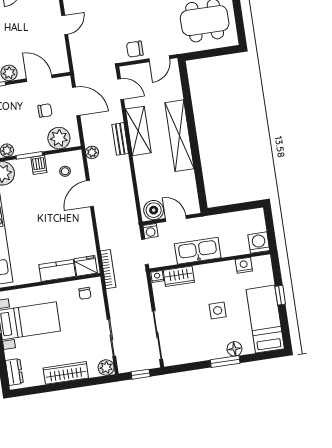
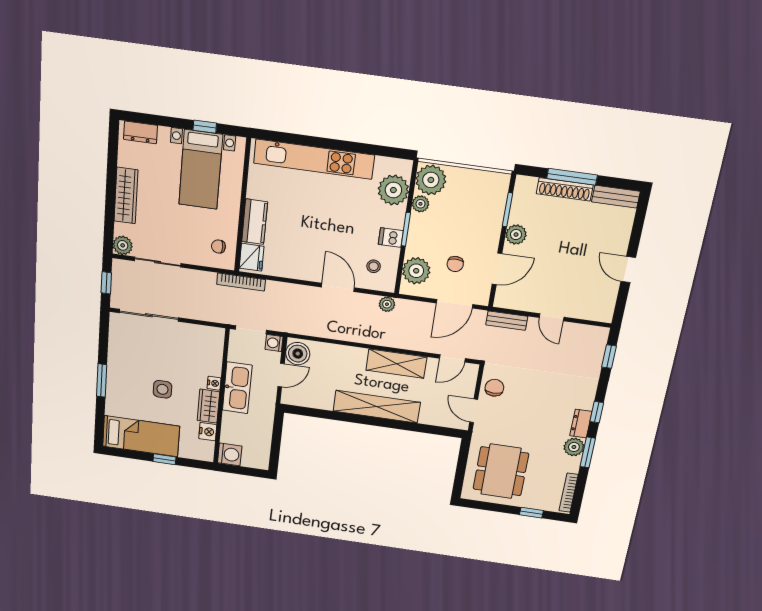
bench: (120, 139) -> (507, 321), moved
nightstand: (157, 276) -> (214, 383), moved
wardrobe: (179, 276) -> (208, 406), moved
floor lamp: (234, 349) -> (114, 395), removed

